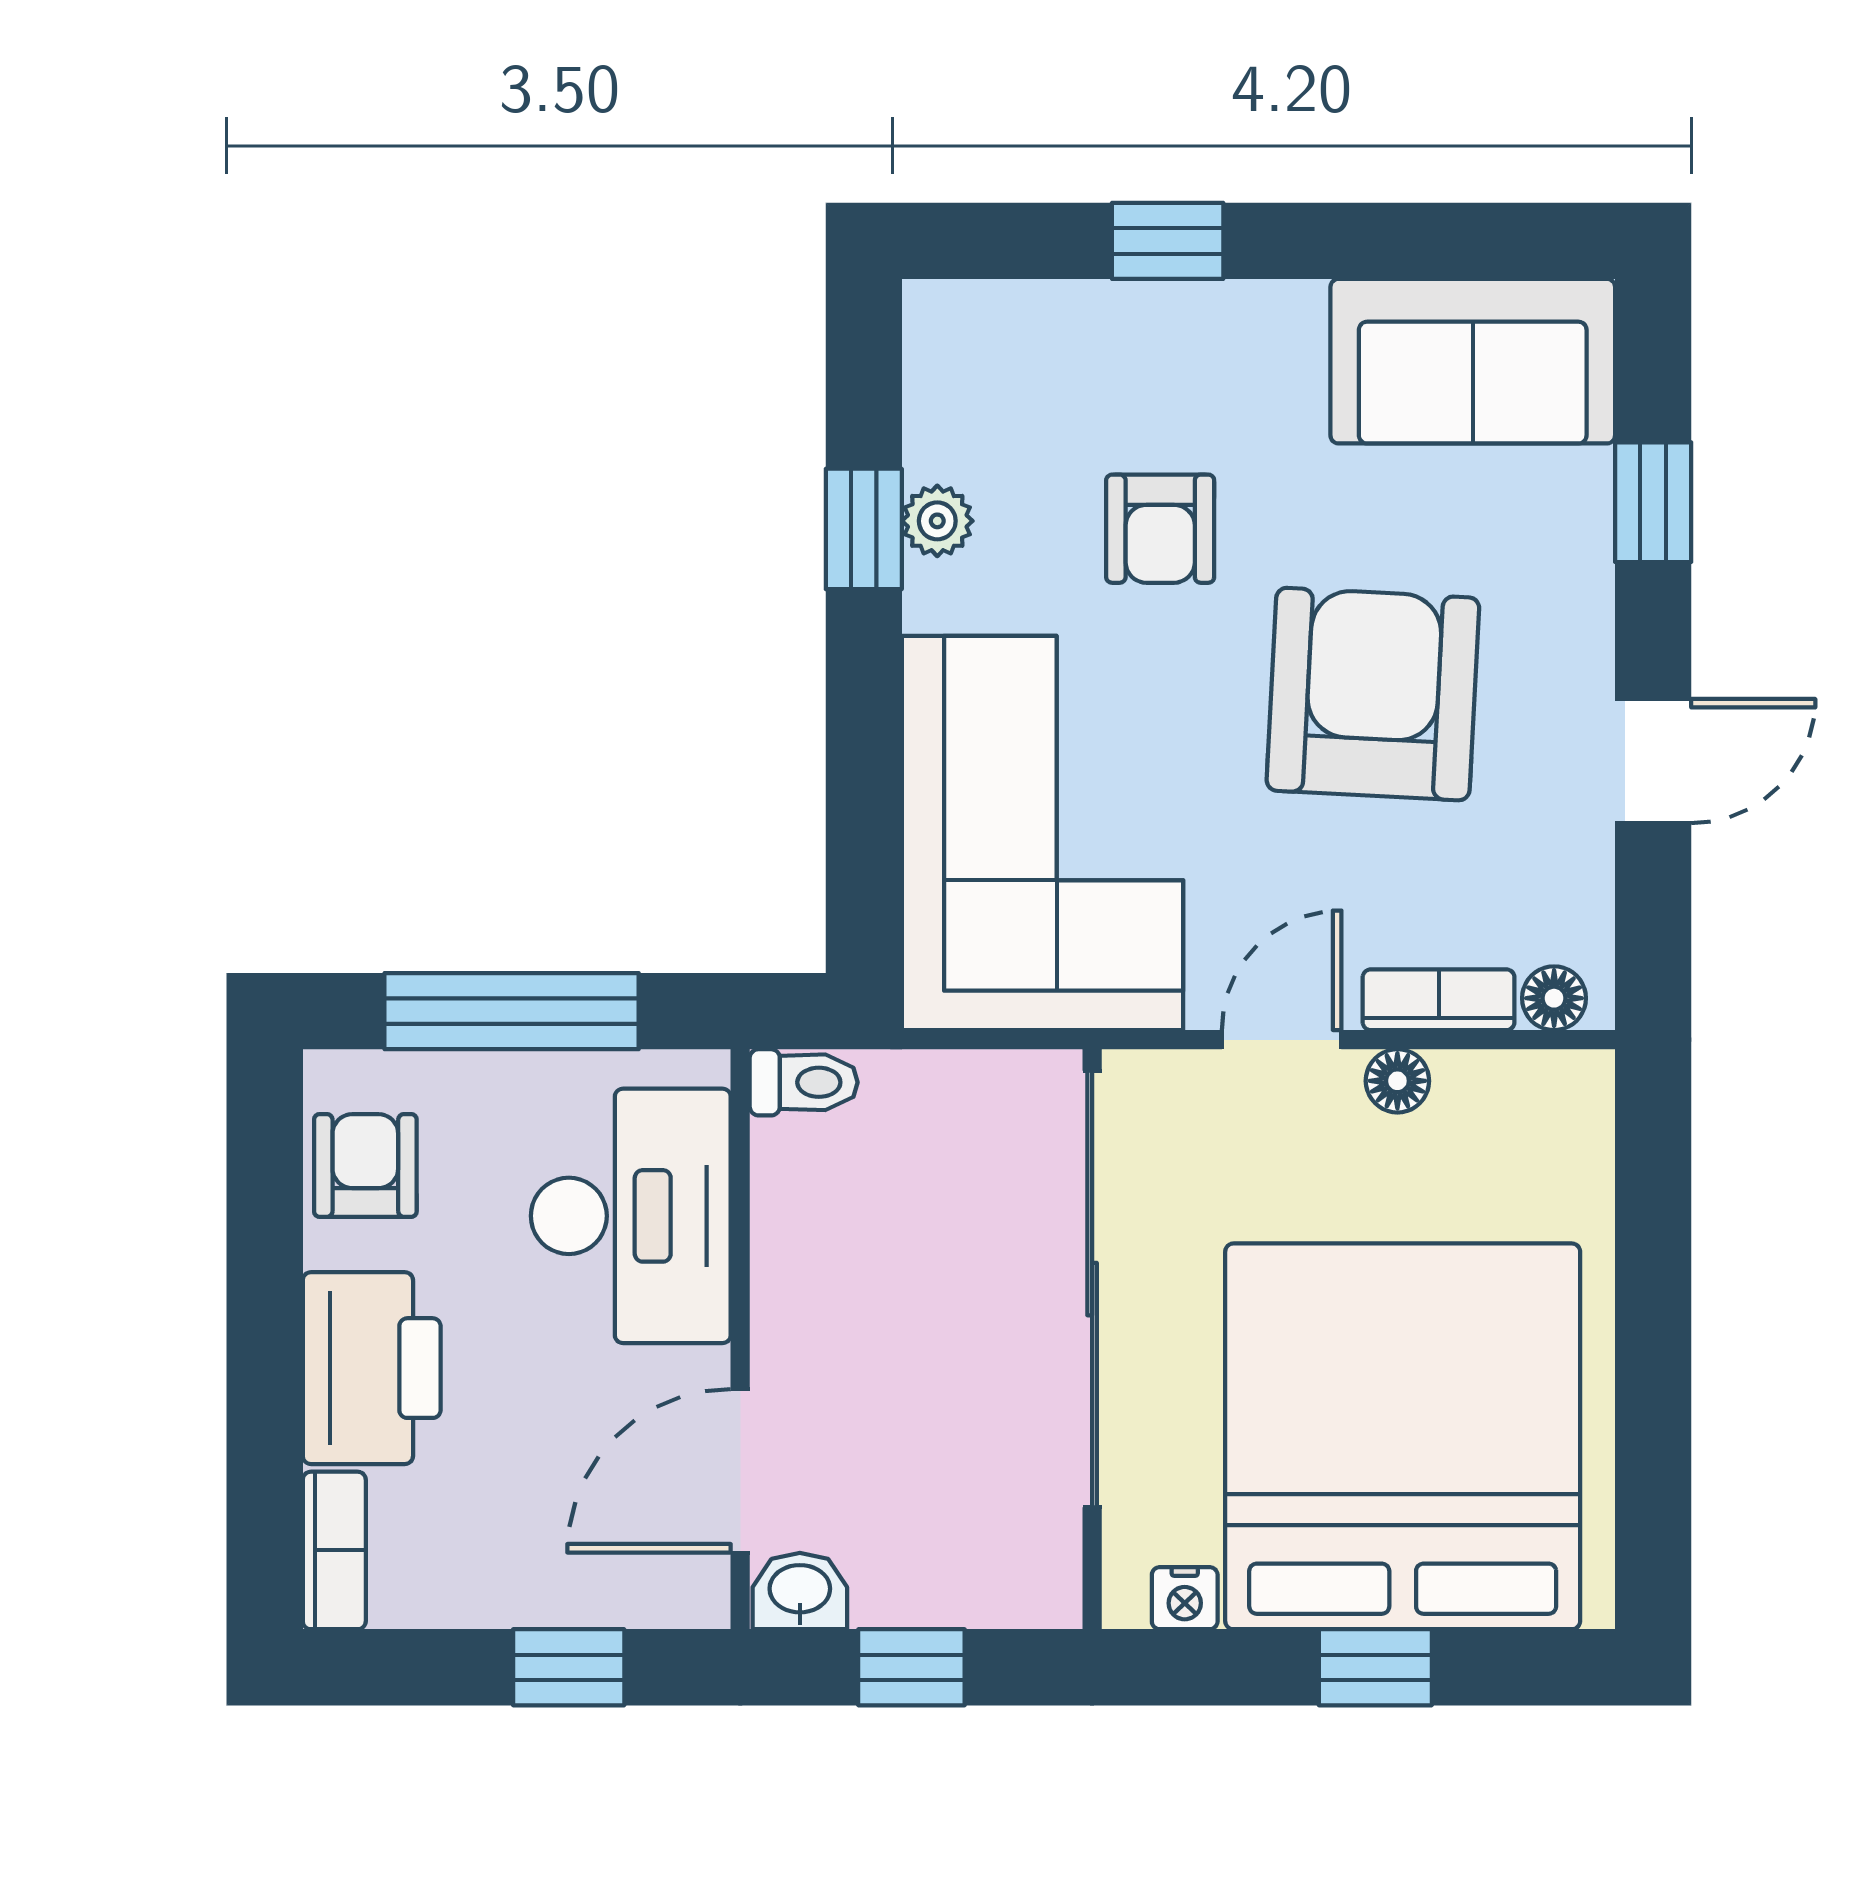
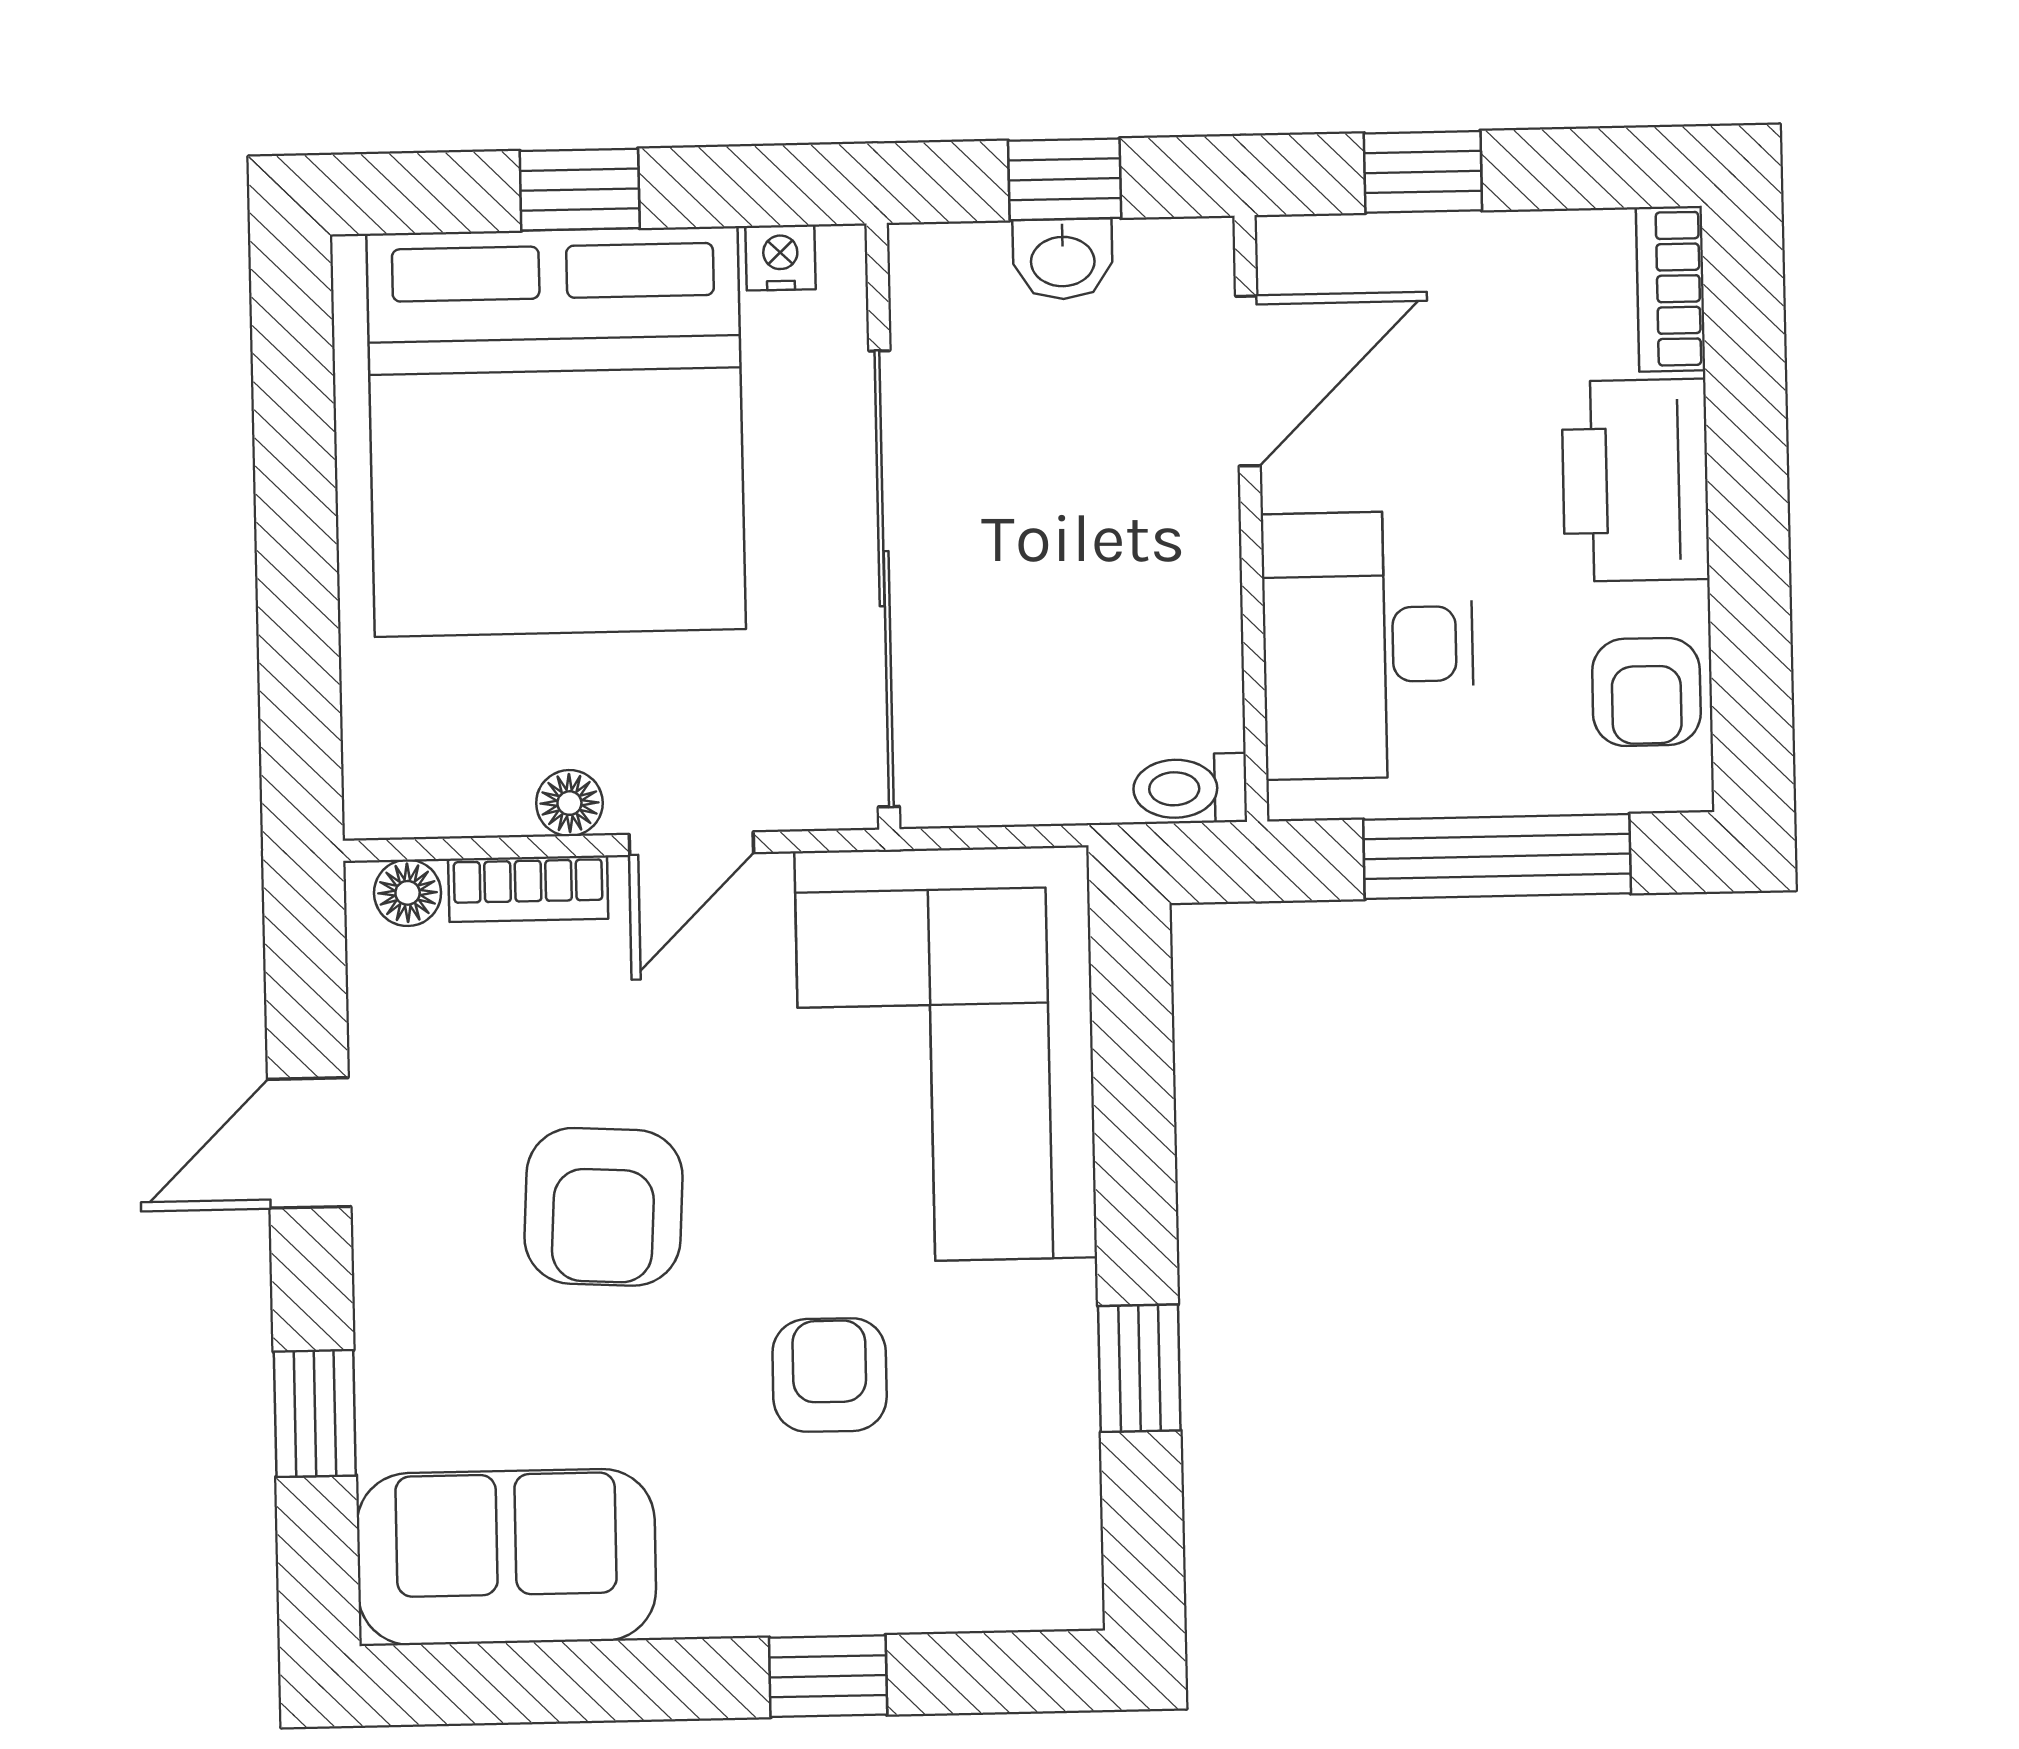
plant: (937, 521) -> (1063, 1378), removed
armchair: (1373, 694) -> (604, 1207), width x0.73, depth x0.73
washbasin: (800, 1591) -> (1063, 259), moved

